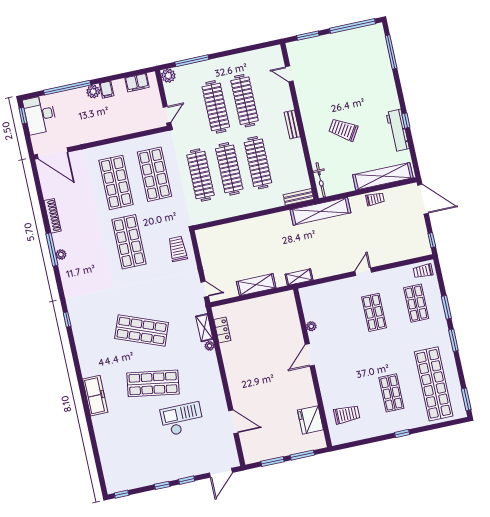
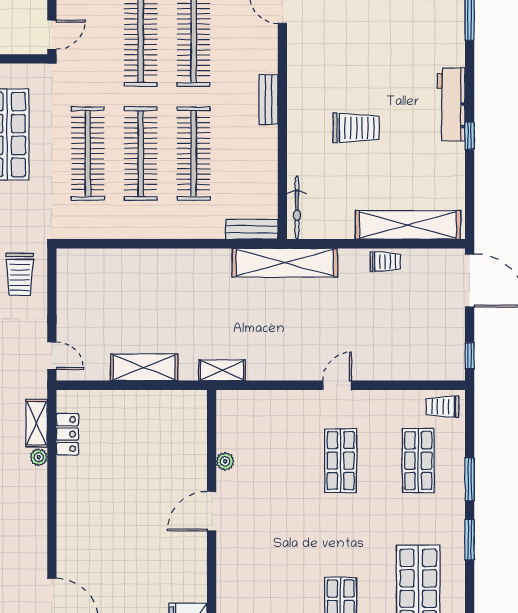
trolley: (343, 130) -> (356, 128), turned 148
workbench: (398, 130) -> (451, 104), moved
trolley: (178, 249) -> (20, 275), turned 180

